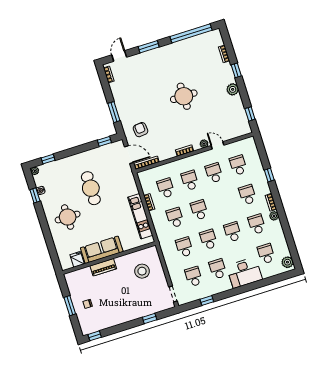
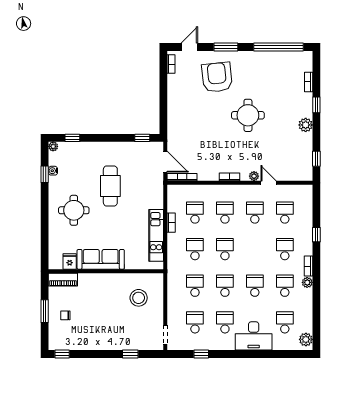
window: (114, 112) -> (163, 108), removed
armchair: (140, 130) -> (217, 77), moved, width x1.88, depth x1.88
piano: (103, 267) -> (63, 280), moved

